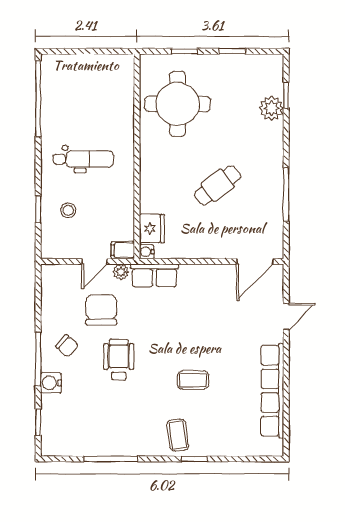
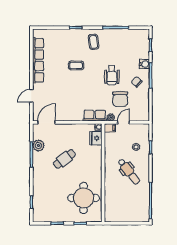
plant: (272, 108) -> (38, 146), moved
dental chair: (83, 159) -> (129, 172), turned -128
coffee table: (178, 435) -> (94, 42), moved

